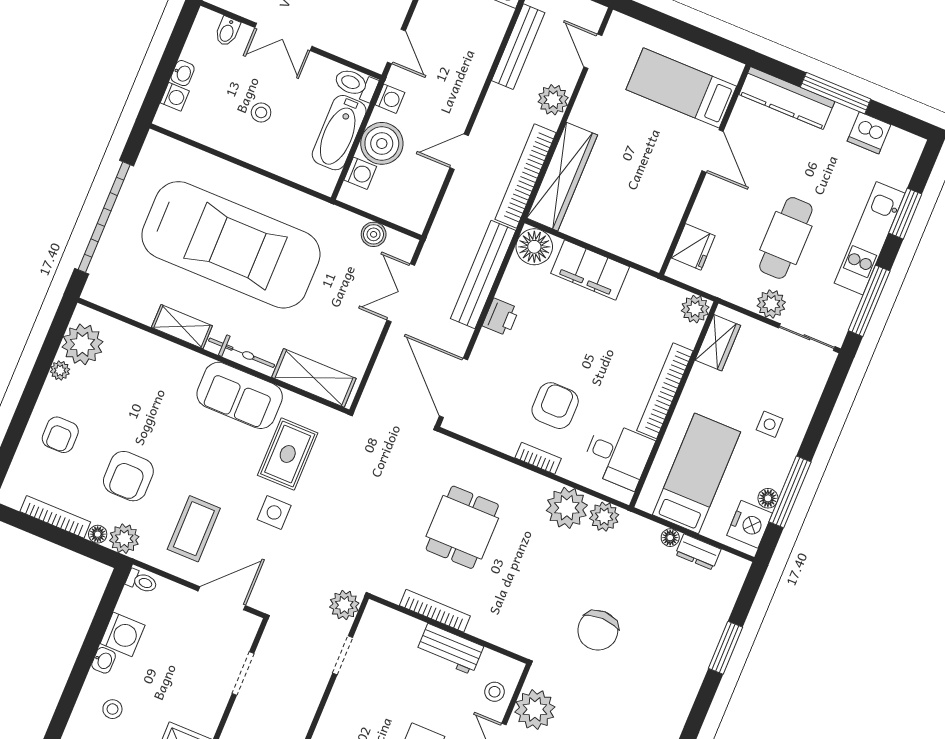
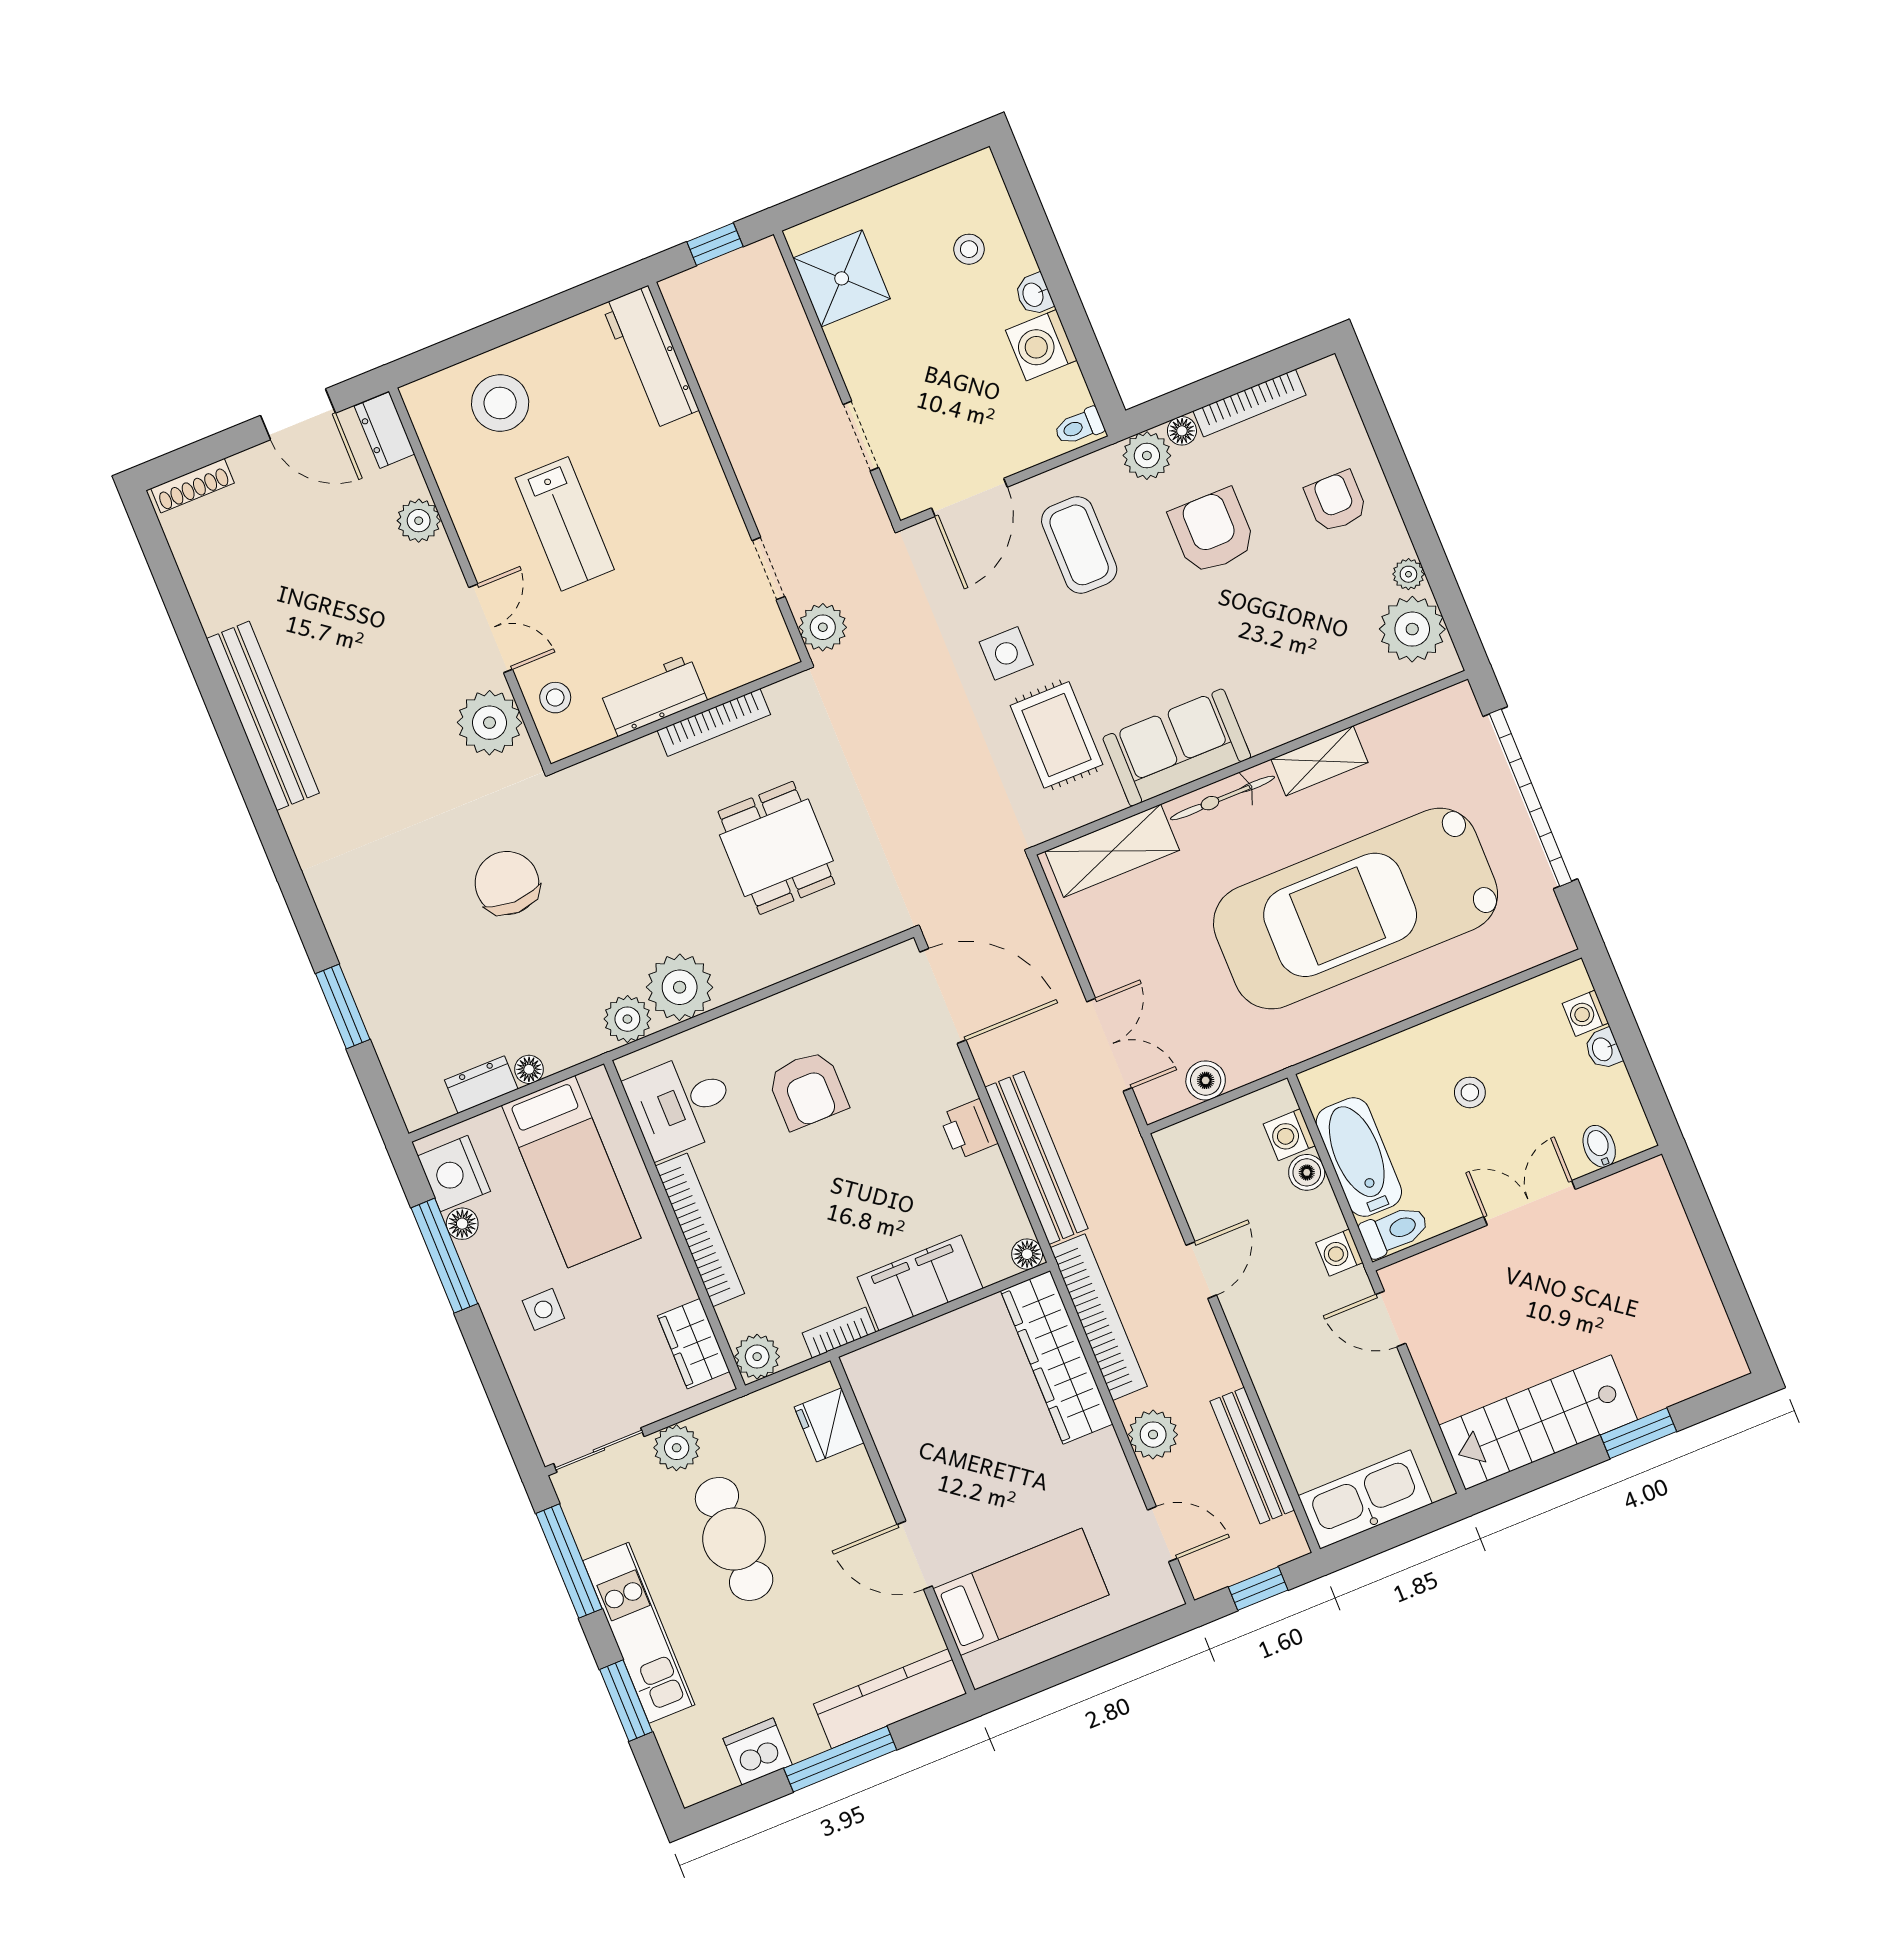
boiler: (382, 143) -> (1307, 1172), width x0.54, depth x0.54
floor lamp: (534, 247) -> (1027, 1254), width x0.53, depth x0.53
bookcase: (538, 458) -> (839, 1333), moved, turned 180

